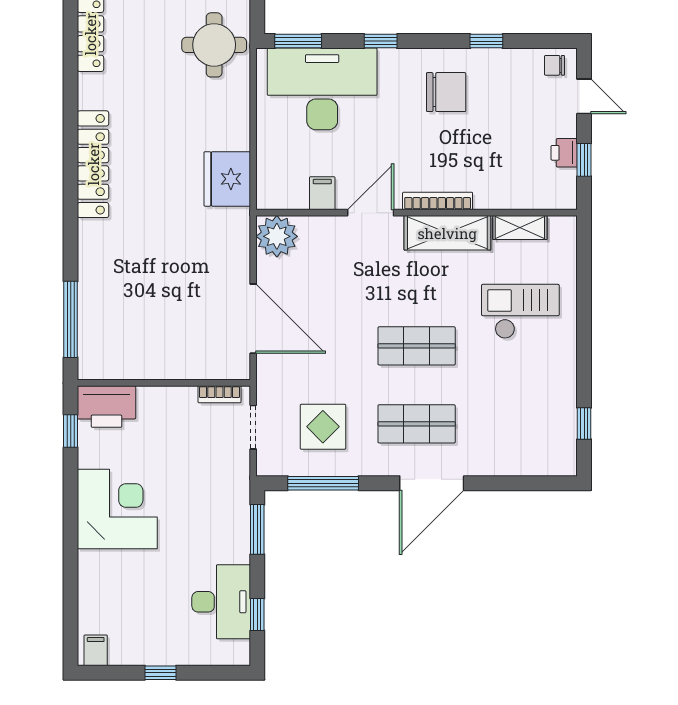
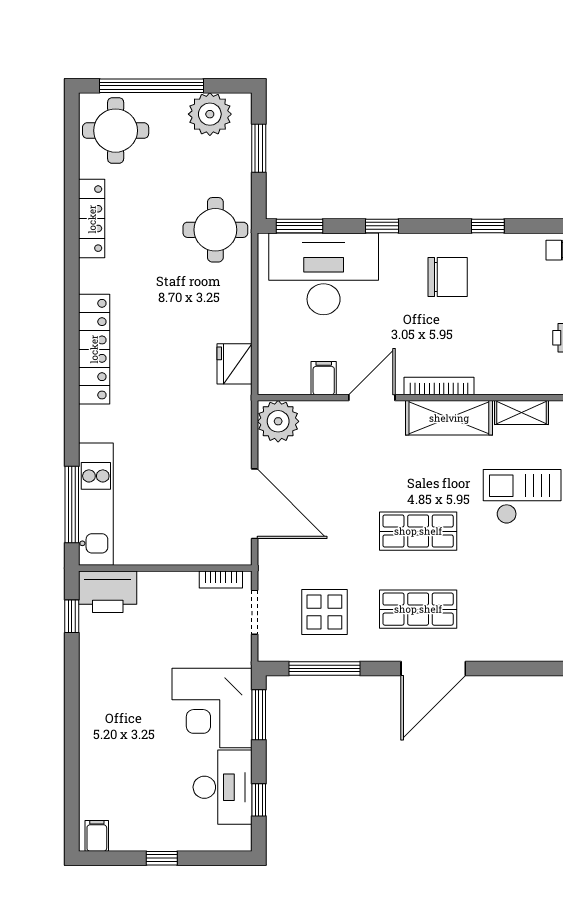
fridge: (227, 179) -> (234, 364), width x0.73, depth x0.75
kitchen unit: (95, 319) -> (96, 504), added
corner desk: (117, 509) -> (212, 708), moved, turned 180

